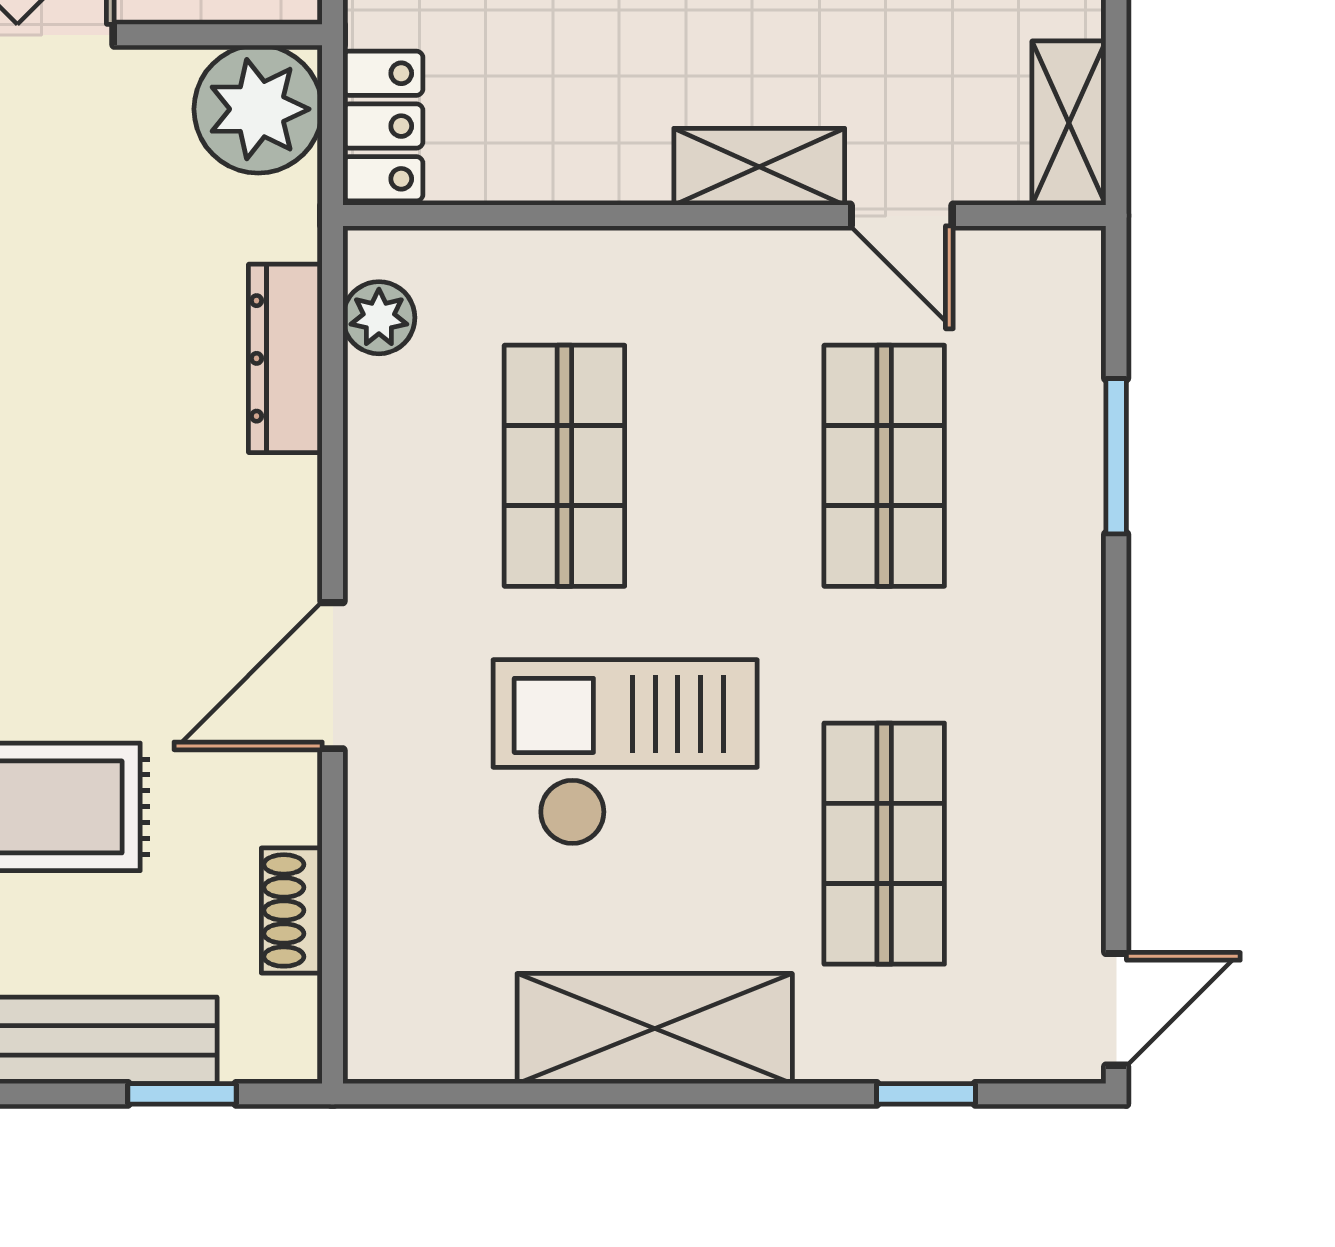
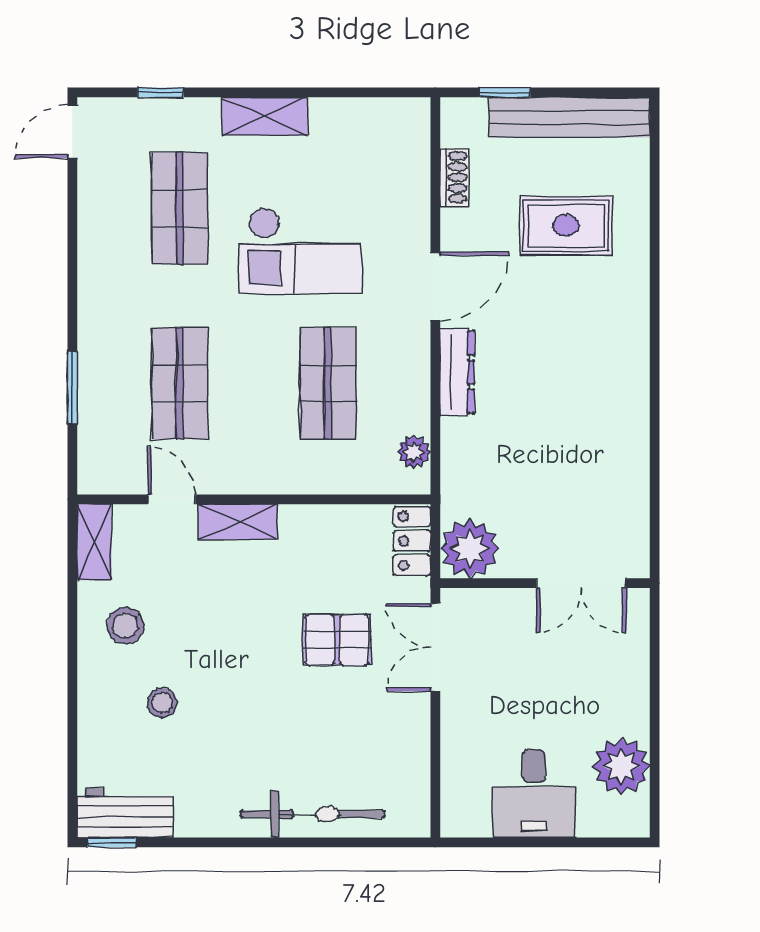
dresser: (285, 358) -> (457, 372), moved
shelving: (655, 1029) -> (265, 116), width x0.67, depth x0.75

